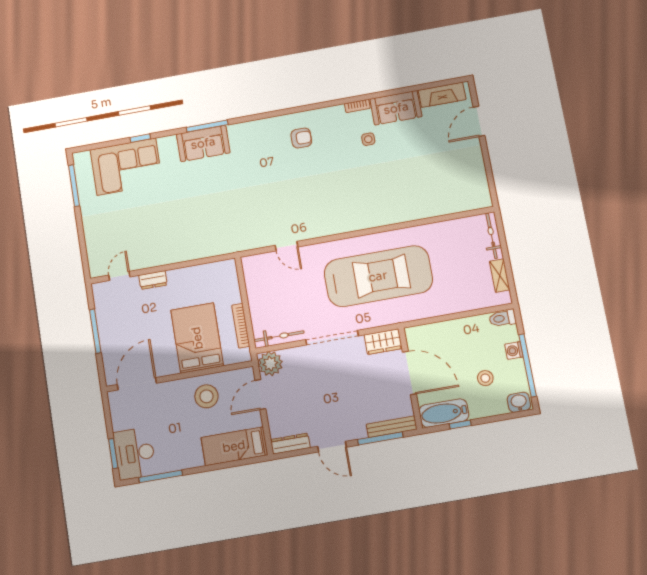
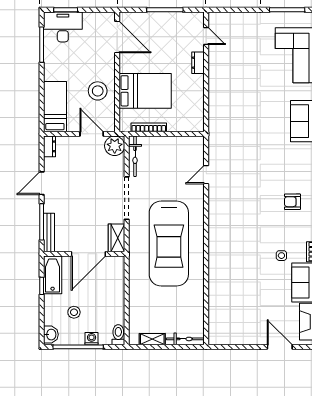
armchair: (301, 138) -> (292, 202), turned 90
dresser: (290, 444) -> (49, 146), width x0.70

